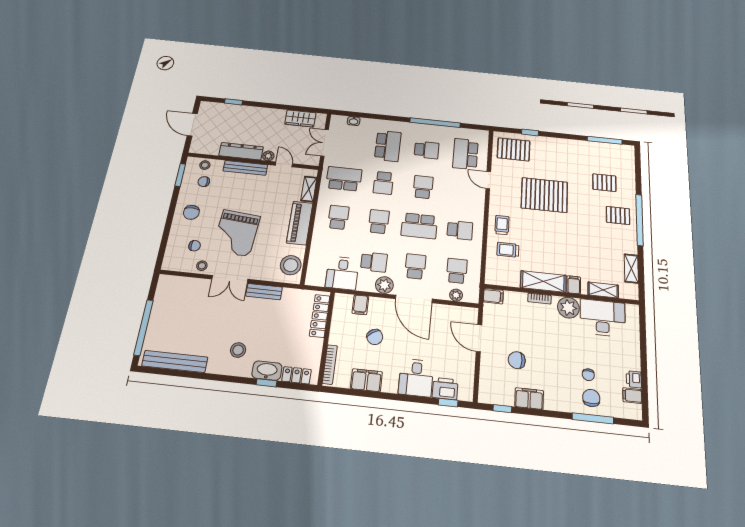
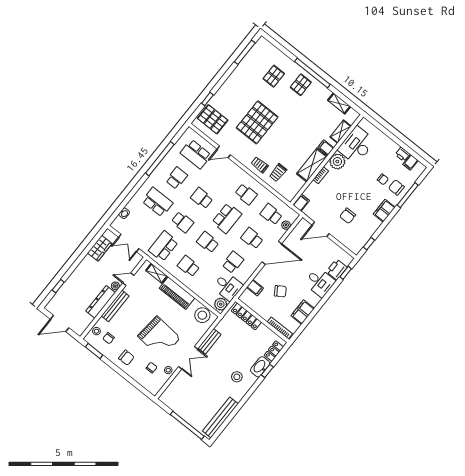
pallet: (514, 149) -> (213, 119), turned 90
school desk: (460, 230) -> (246, 194), turned 90
plant: (384, 285) -> (221, 304), moved
filing cabinet: (529, 399) -> (384, 211), moved

